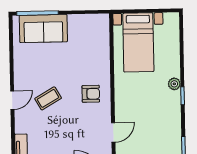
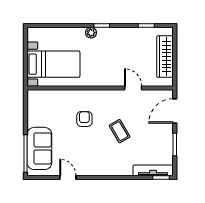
armchair: (91, 94) -> (84, 119), moved
coffee table: (48, 98) -> (120, 131), moved
door: (12, 100) -> (68, 177), moved

